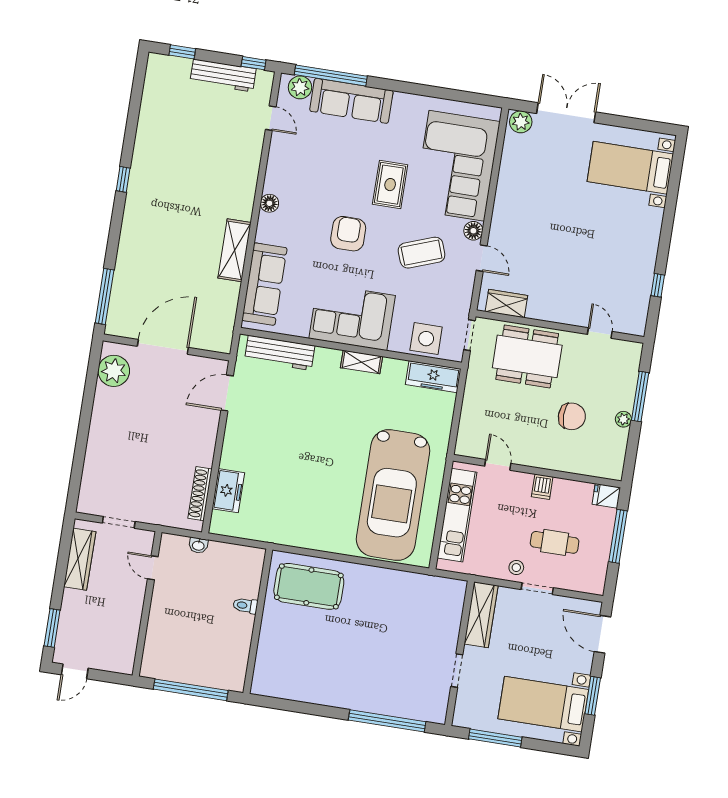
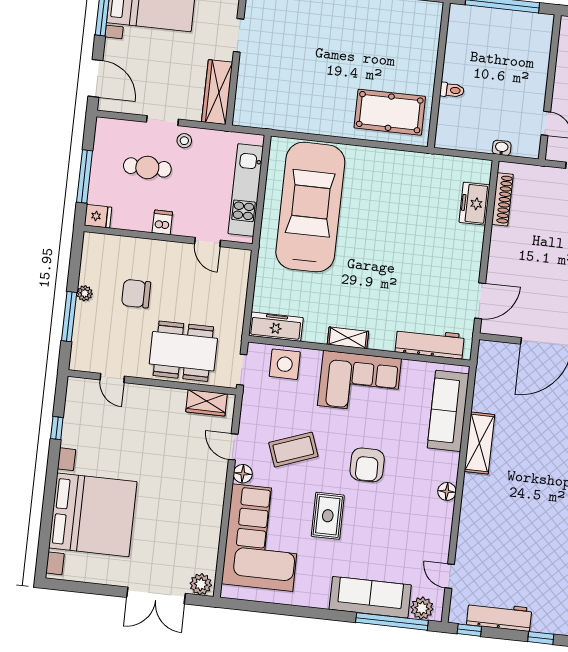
bed with nightstands: (630, 168) -> (93, 515), width x1.85

